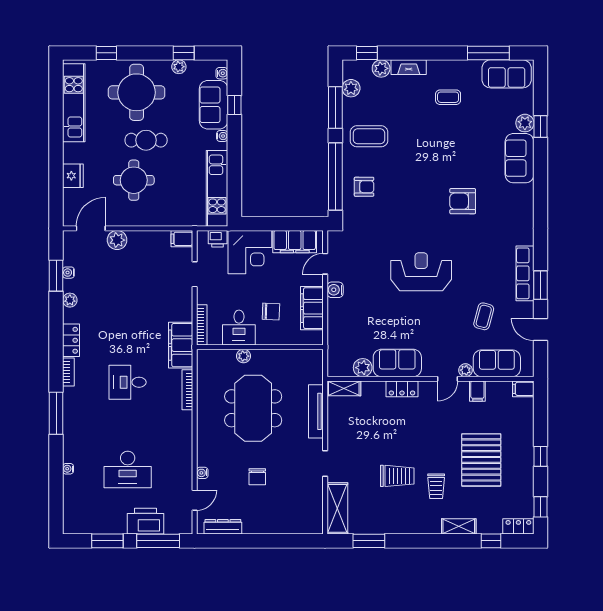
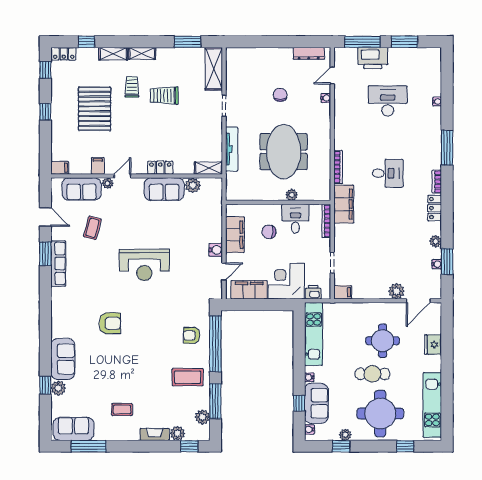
shelving: (424, 527) -> (142, 53), added

